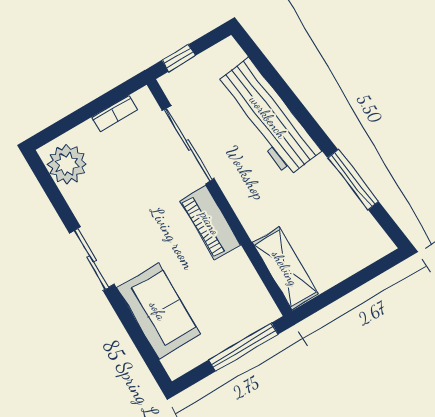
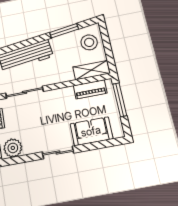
piano: (210, 223) -> (90, 89), moved
stool: (345, 243) -> (89, 42), added

